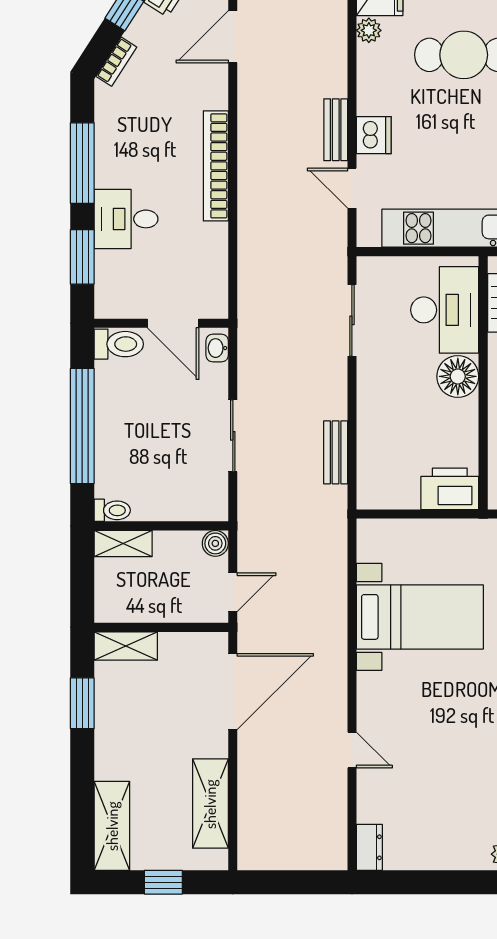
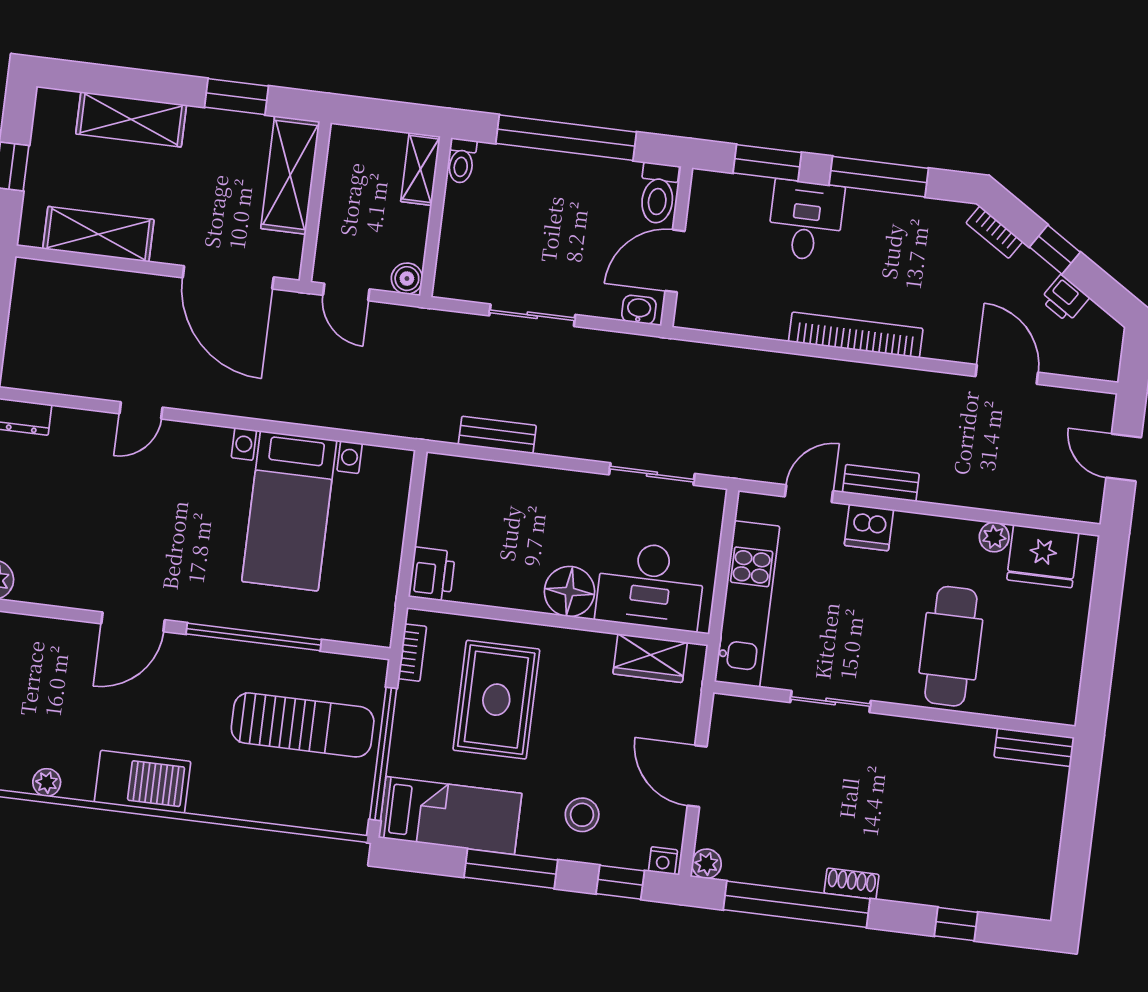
printer: (450, 489) -> (432, 574), width x0.73, depth x0.84
shelving: (126, 646) -> (290, 175), width x1.50, depth x1.33
shelving: (112, 826) -> (131, 119), moved

